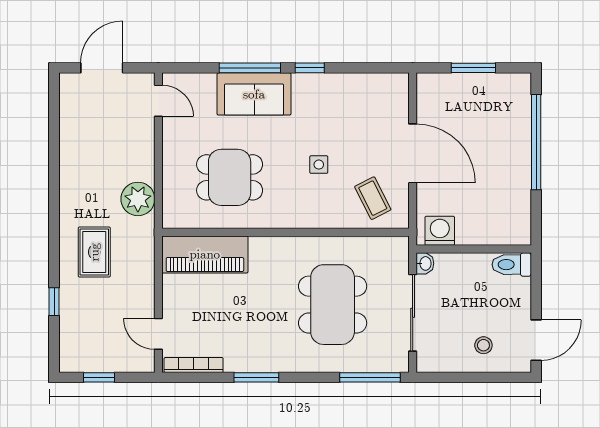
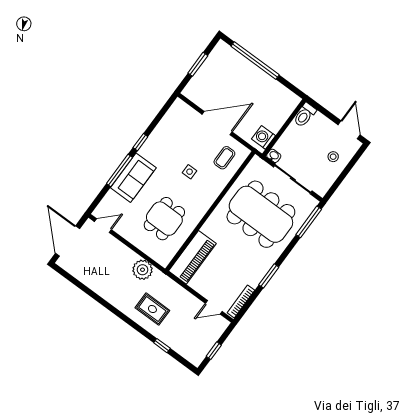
door: (102, 68) -> (67, 241), width x1.36
coffee table: (373, 198) -> (224, 158), turned -63
dining table: (333, 305) -> (261, 214), width x1.36, depth x1.24

